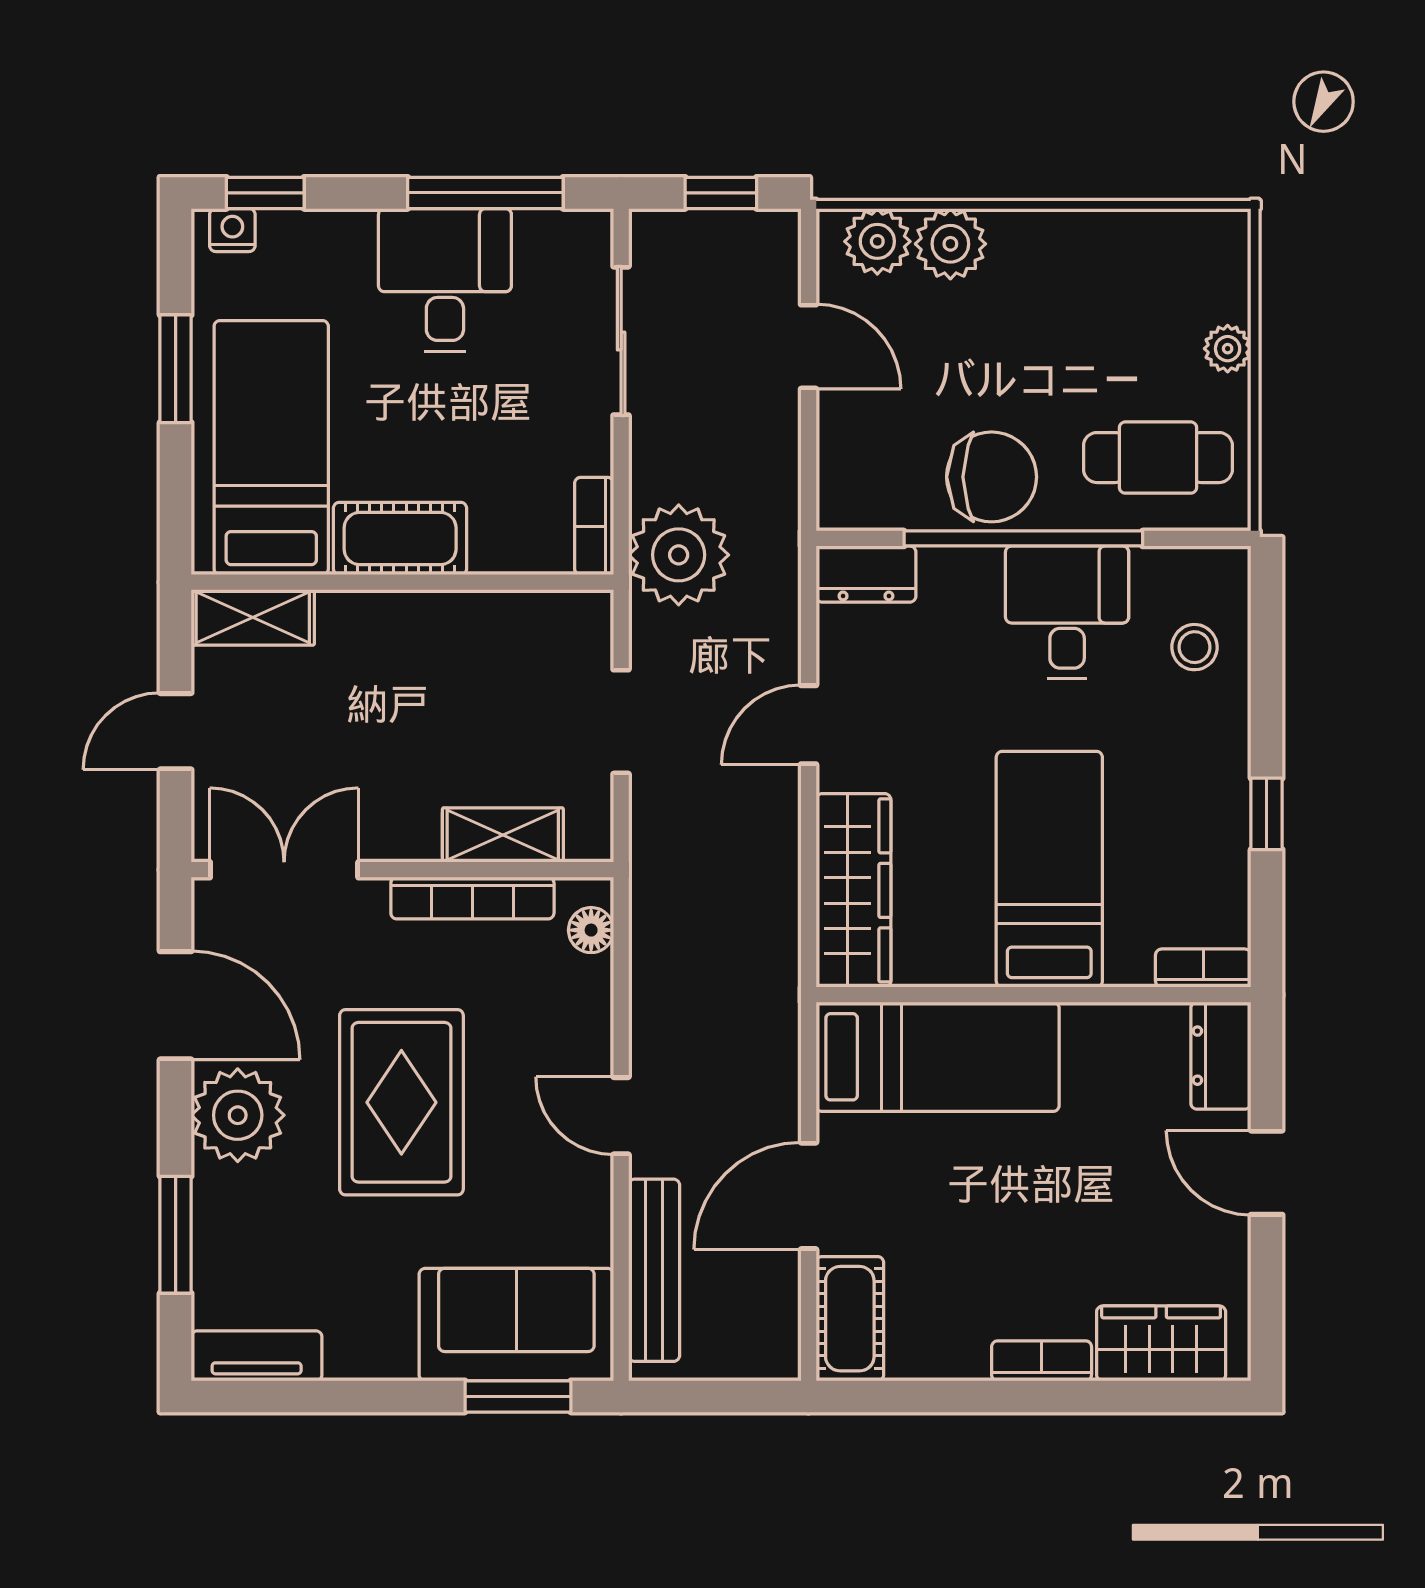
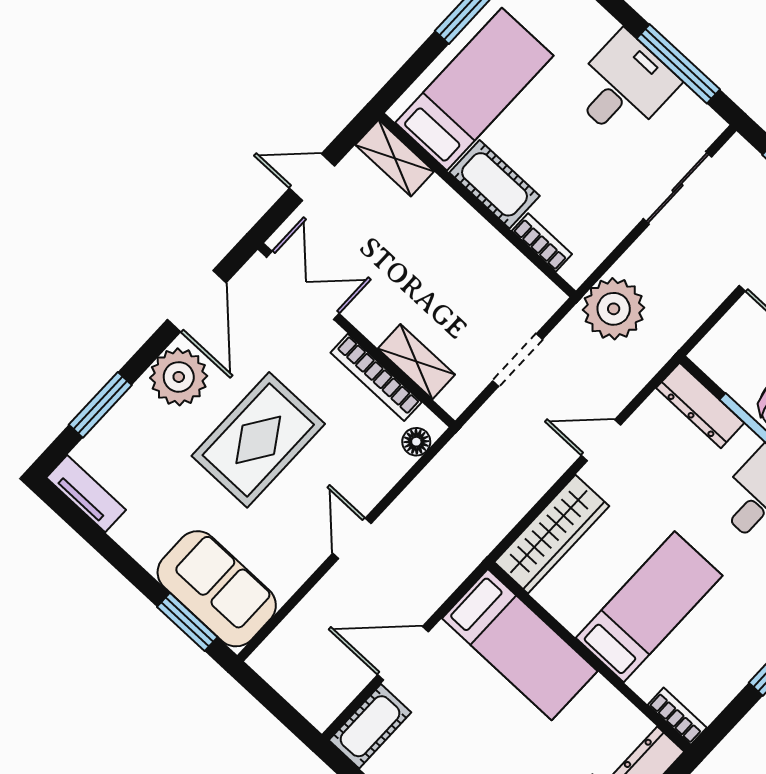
bookcase: (594, 526) -> (542, 242), moved, turned 90
dresser: (866, 574) -> (700, 405), width x1.44
bench: (654, 1270) -> (302, 622), removed

